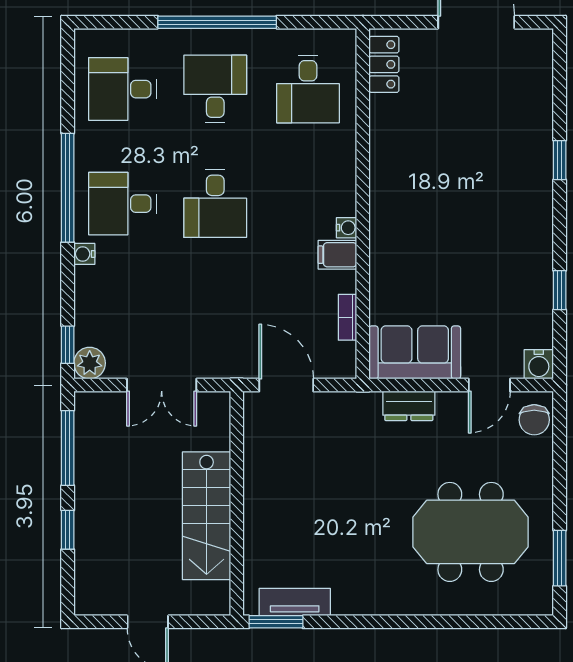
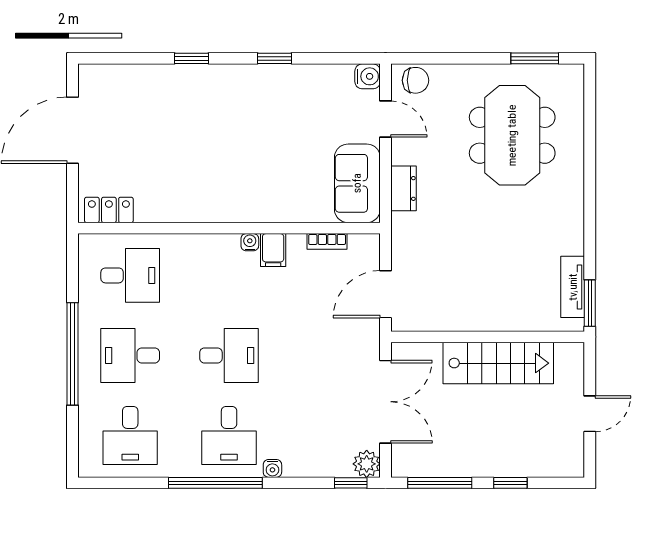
window: (560, 290) -> (274, 58), moved
double door: (162, 385) -> (386, 402), width x1.37

